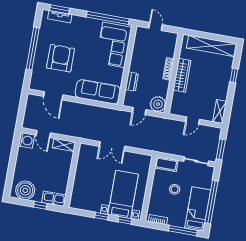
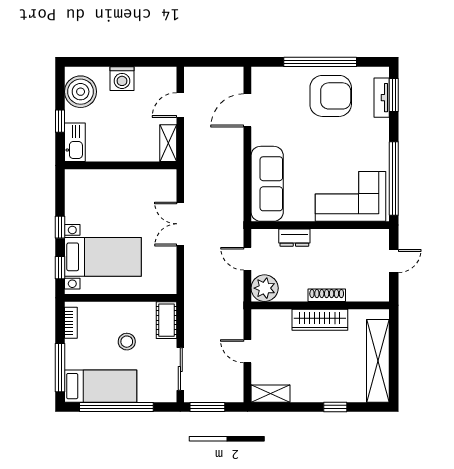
armchair: (61, 58) -> (331, 96), moved
washing machine: (26, 140) -> (122, 79), moved

